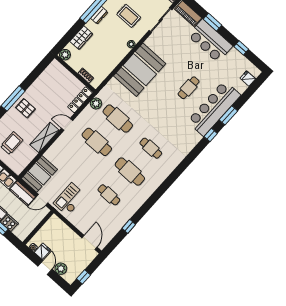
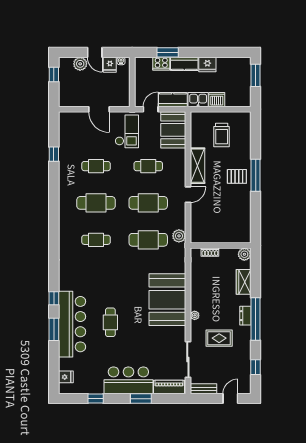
locker: (80, 100) -> (196, 227), removed
cafe table: (76, 165) -> (148, 166), added
door: (90, 243) -> (99, 109), moved

